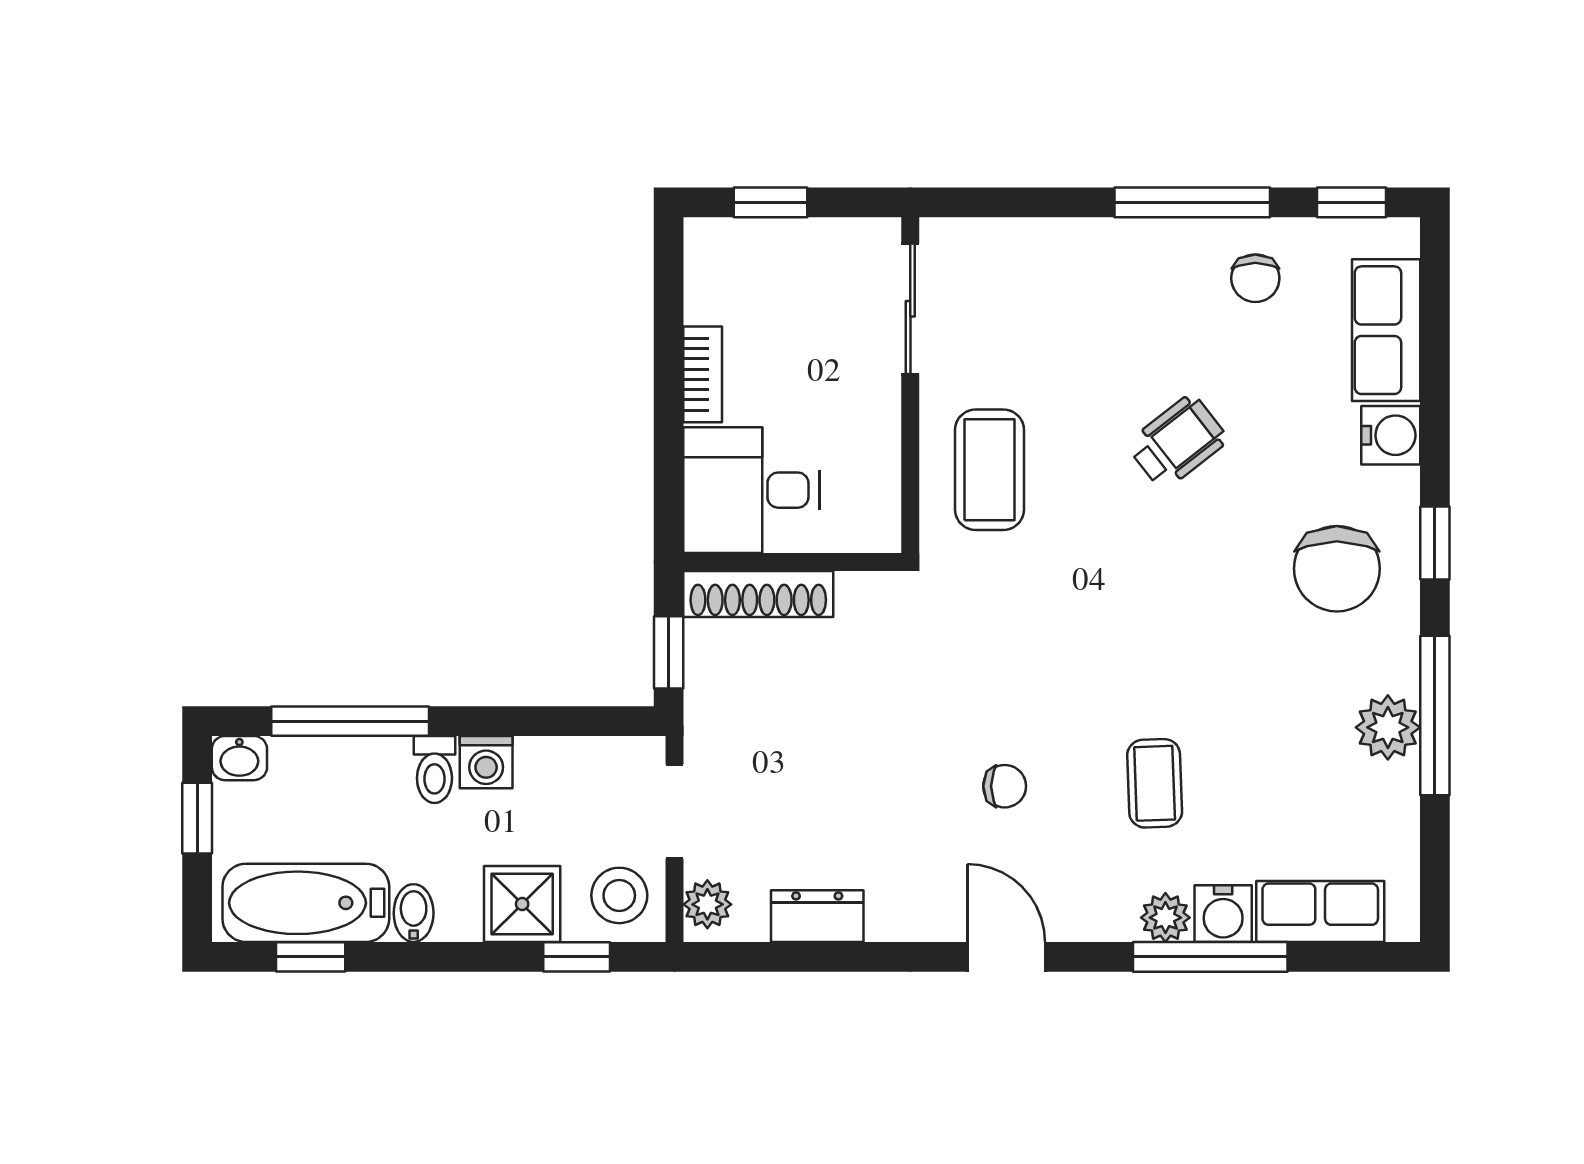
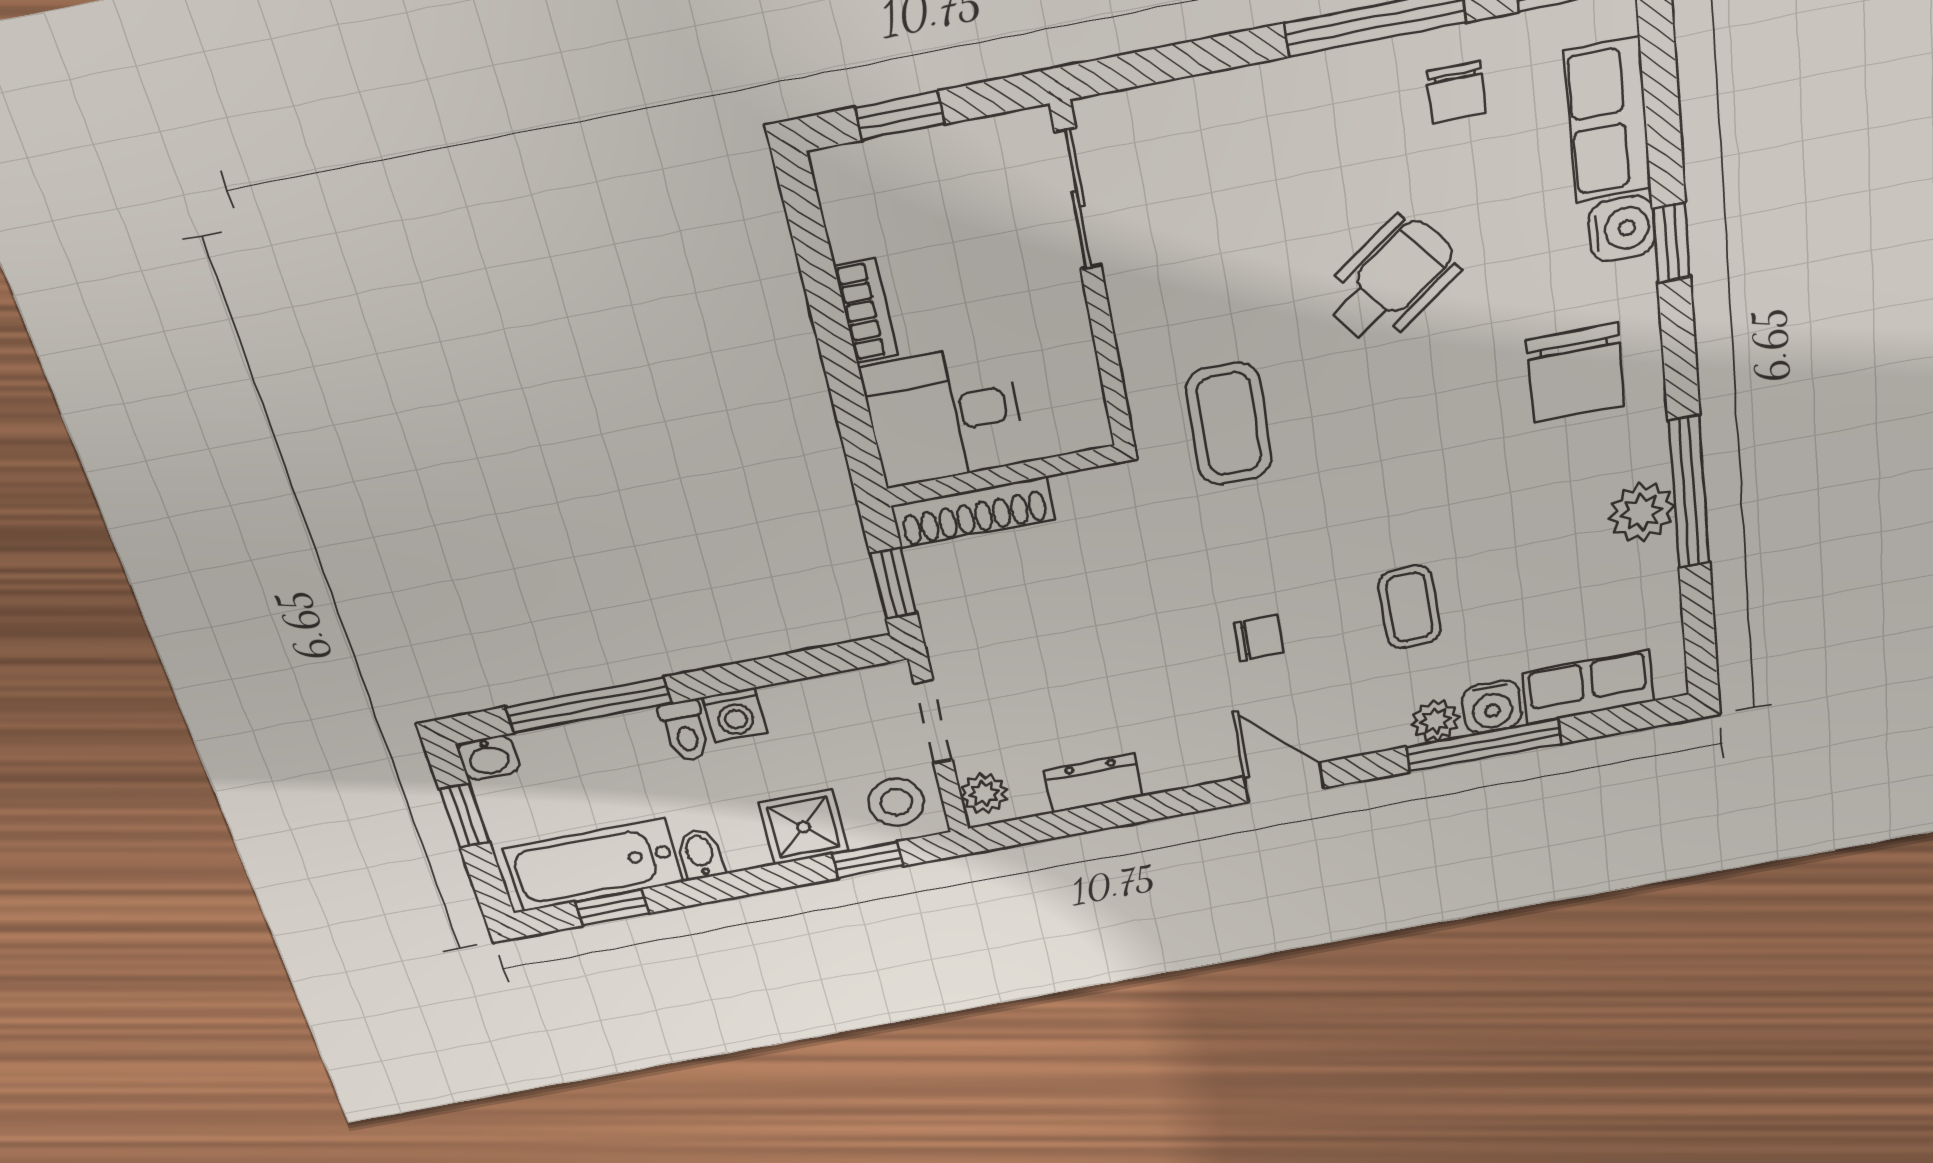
wheelchair: (1177, 442) -> (1391, 280), width x1.36, depth x1.37
coffee table: (989, 470) -> (1229, 424), moved
window: (1435, 543) -> (1671, 243), moved

